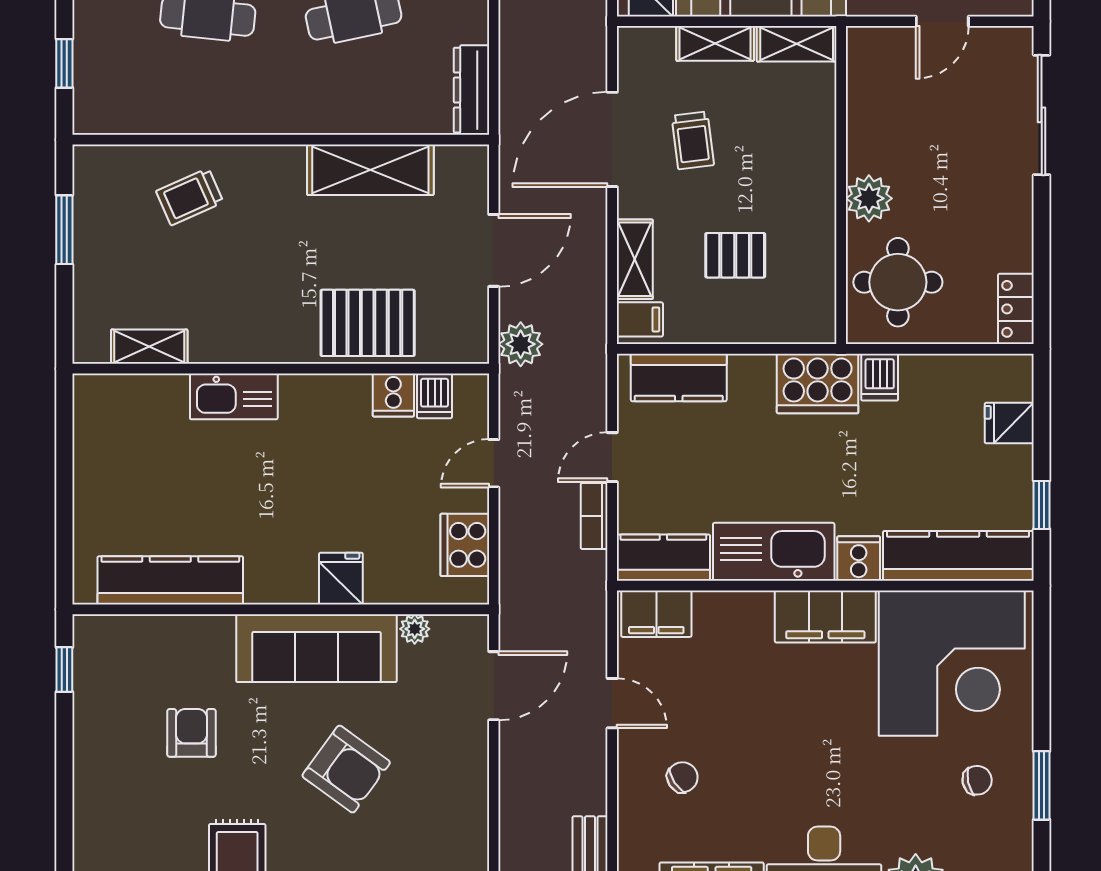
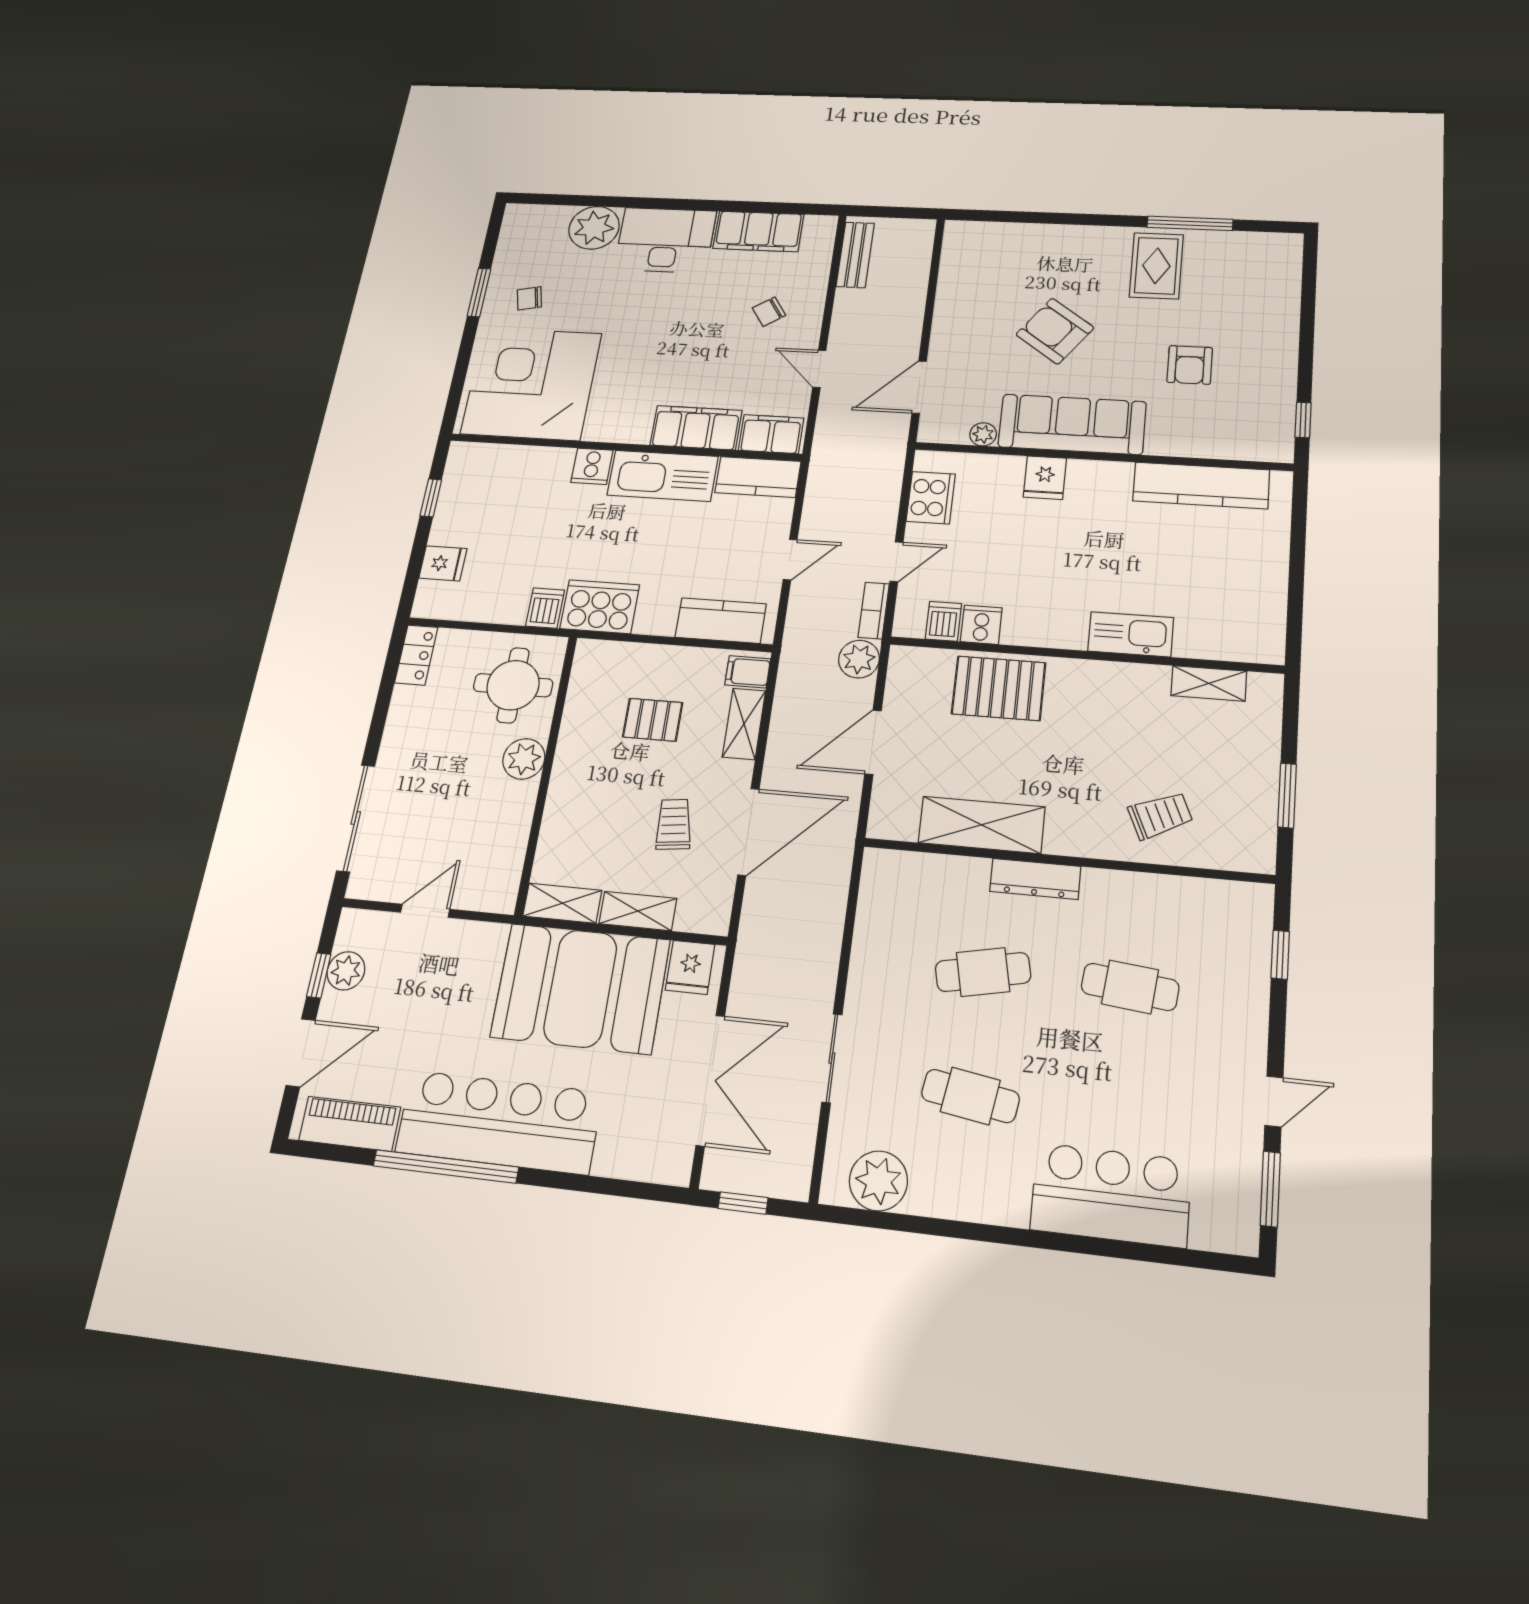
dresser: (471, 90) -> (1035, 879), moved, turned 90
bookcase: (594, 516) -> (874, 611), moved, turned 180
kitchen counter: (958, 556) -> (509, 463), removed
filing cabinet: (825, 616) -> (696, 428), moved

